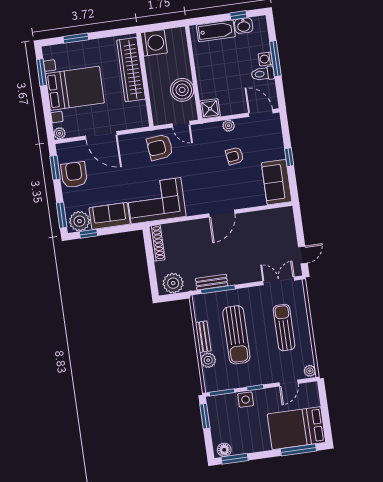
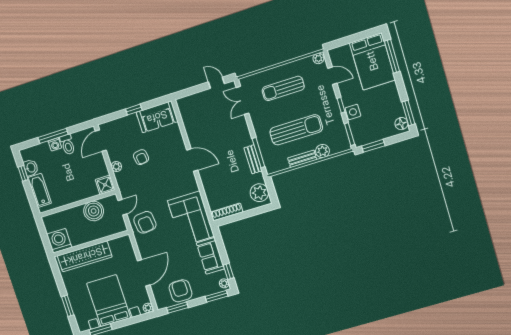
armchair: (74, 175) -> (181, 291), turned 90
plant: (79, 221) -> (224, 283), width x0.53, depth x0.53

